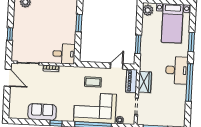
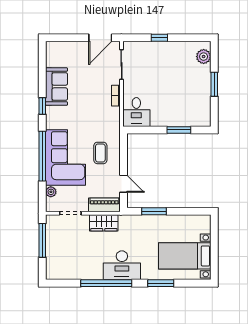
plant: (148, 10) -> (201, 222), removed

